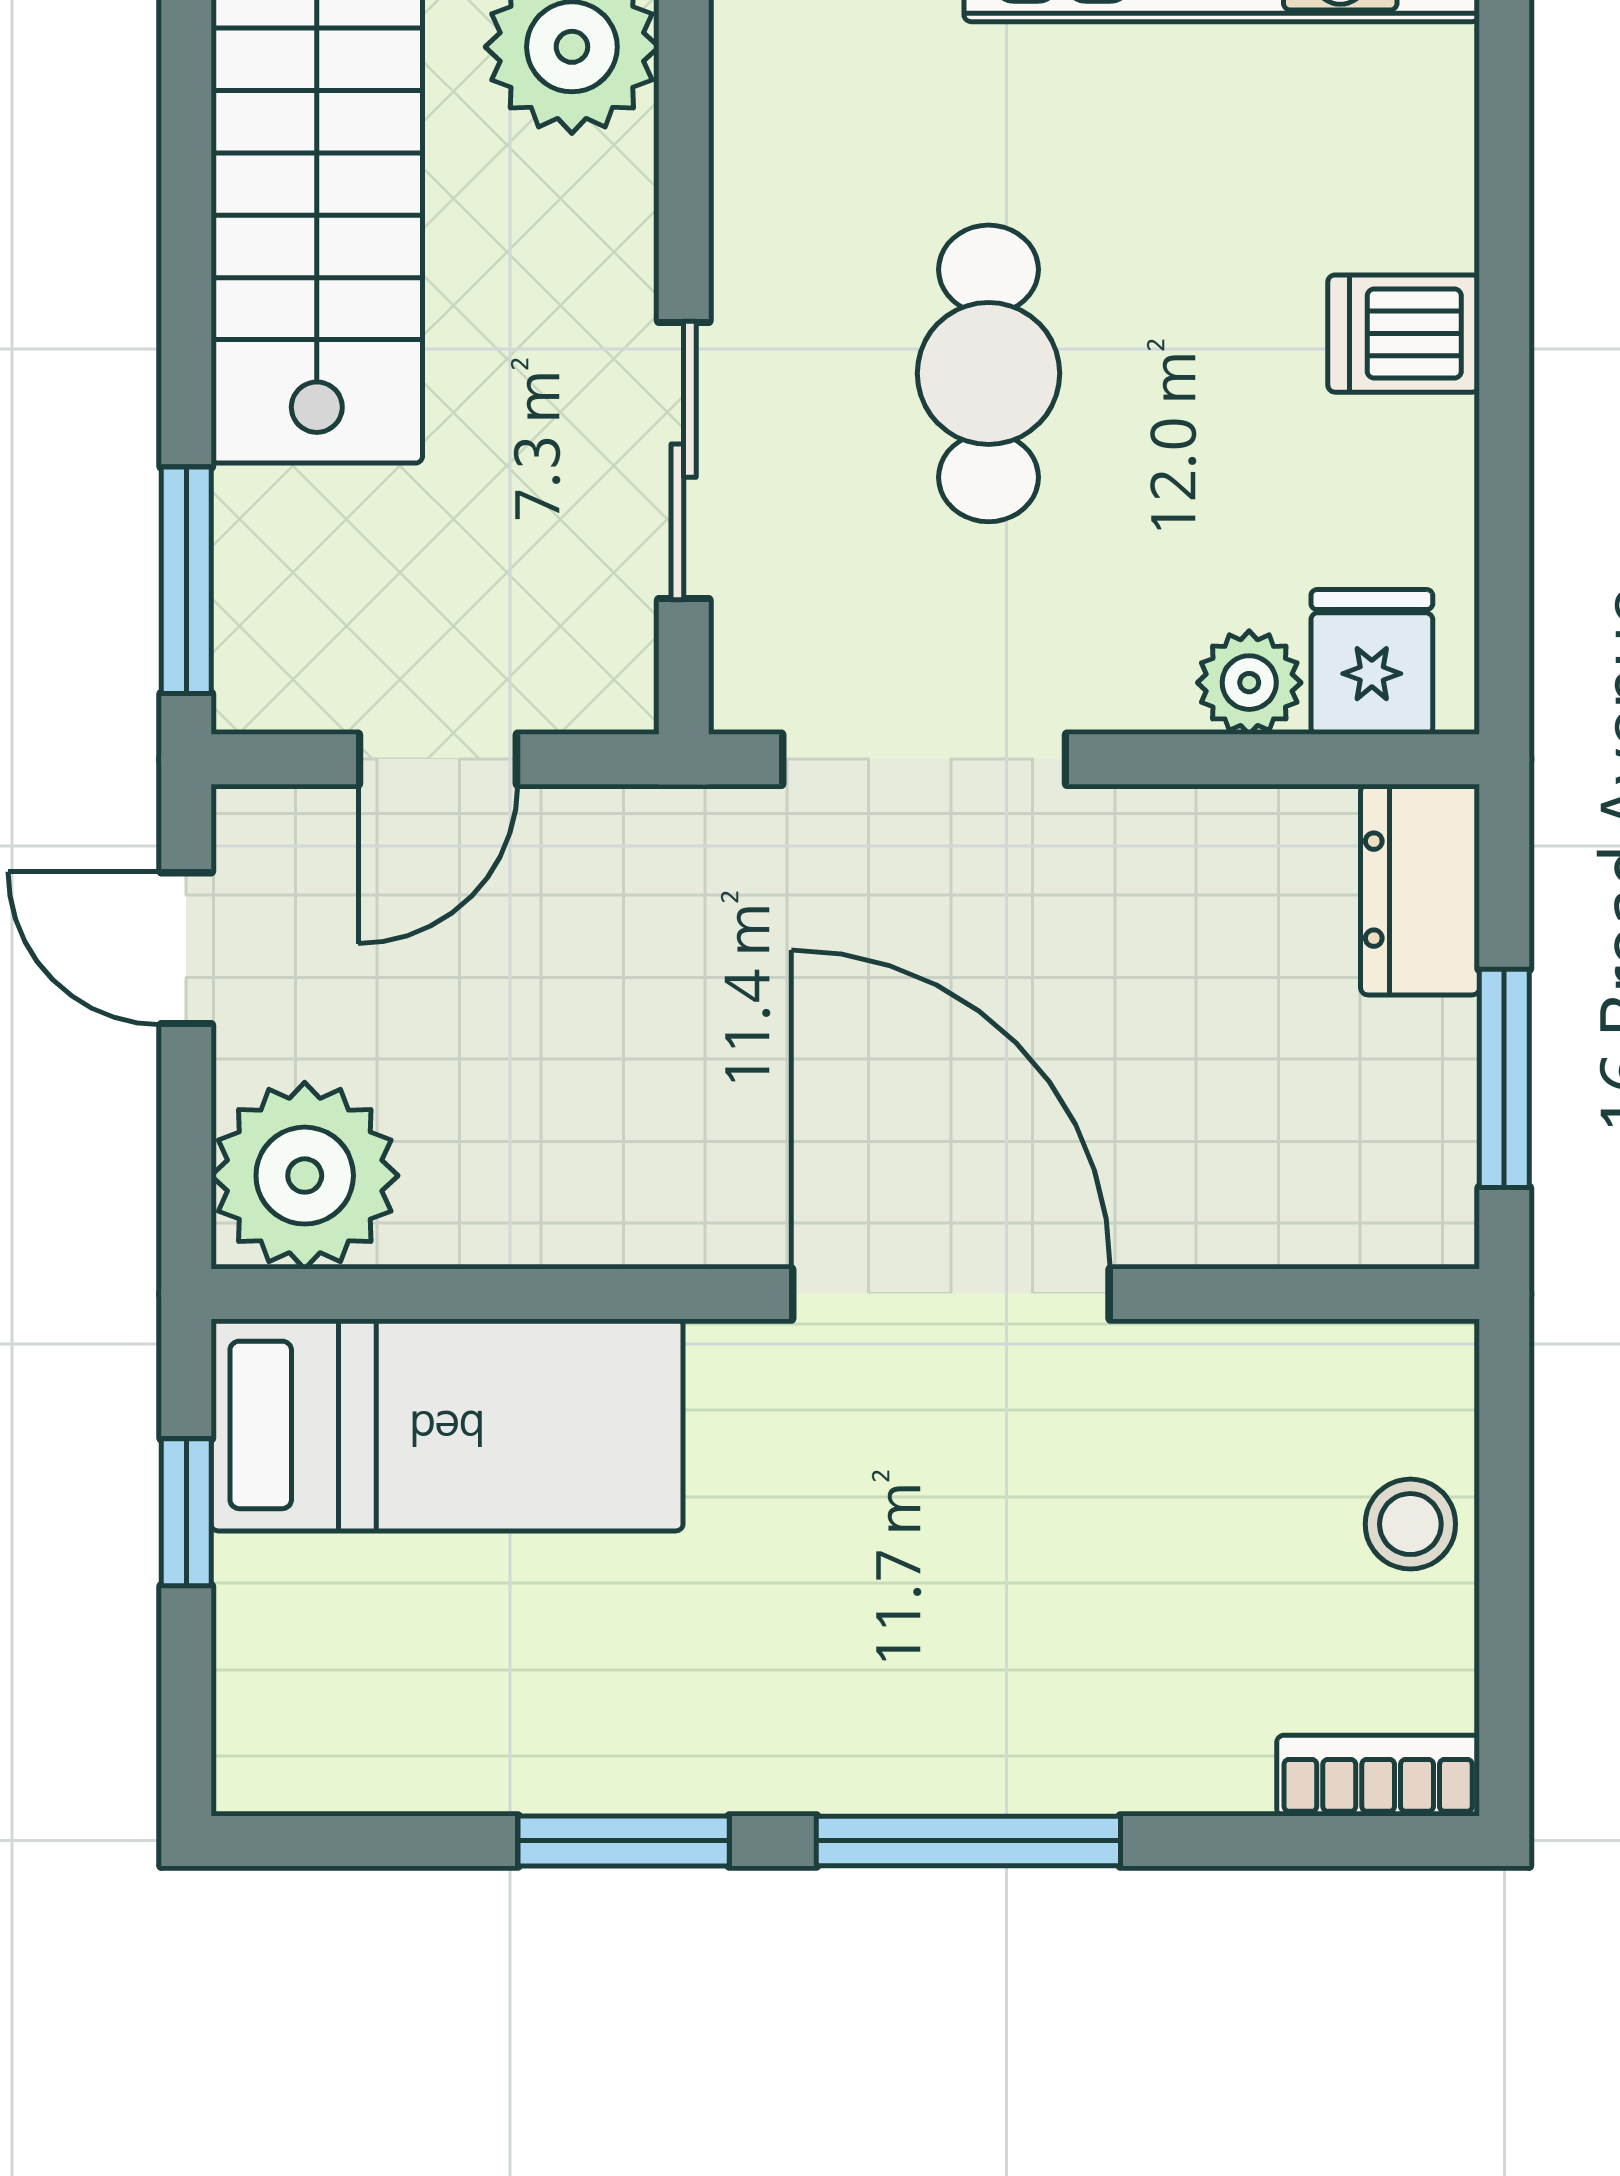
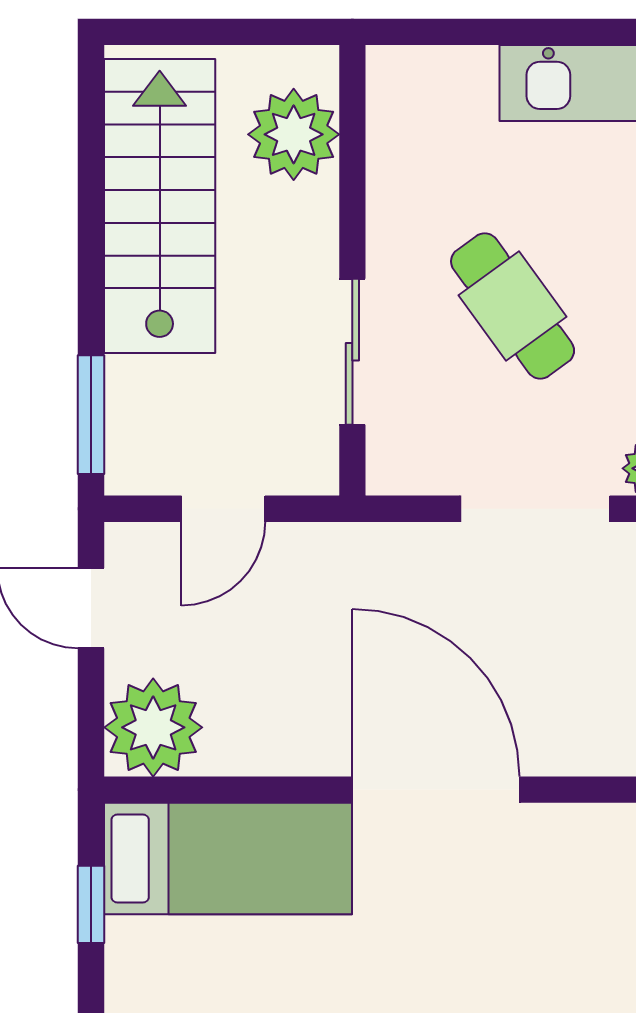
cafe table: (989, 373) -> (513, 306), turned -36
doorway: (924, 759) -> (535, 509), moved
door: (951, 1294) -> (436, 790), moved

